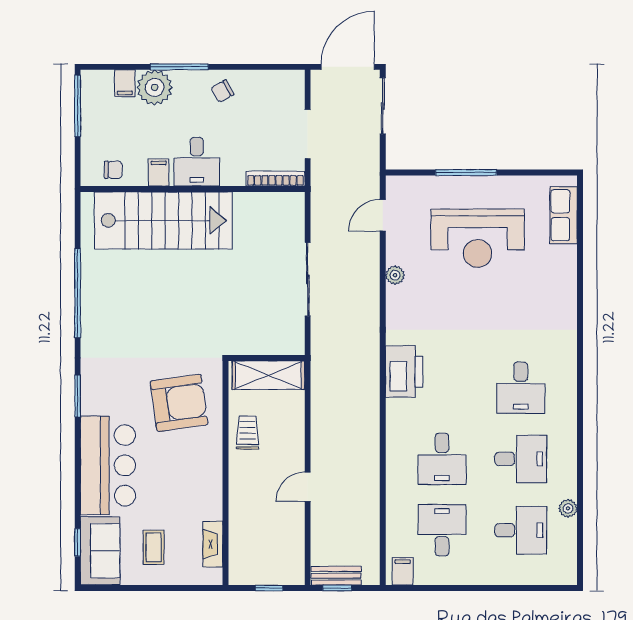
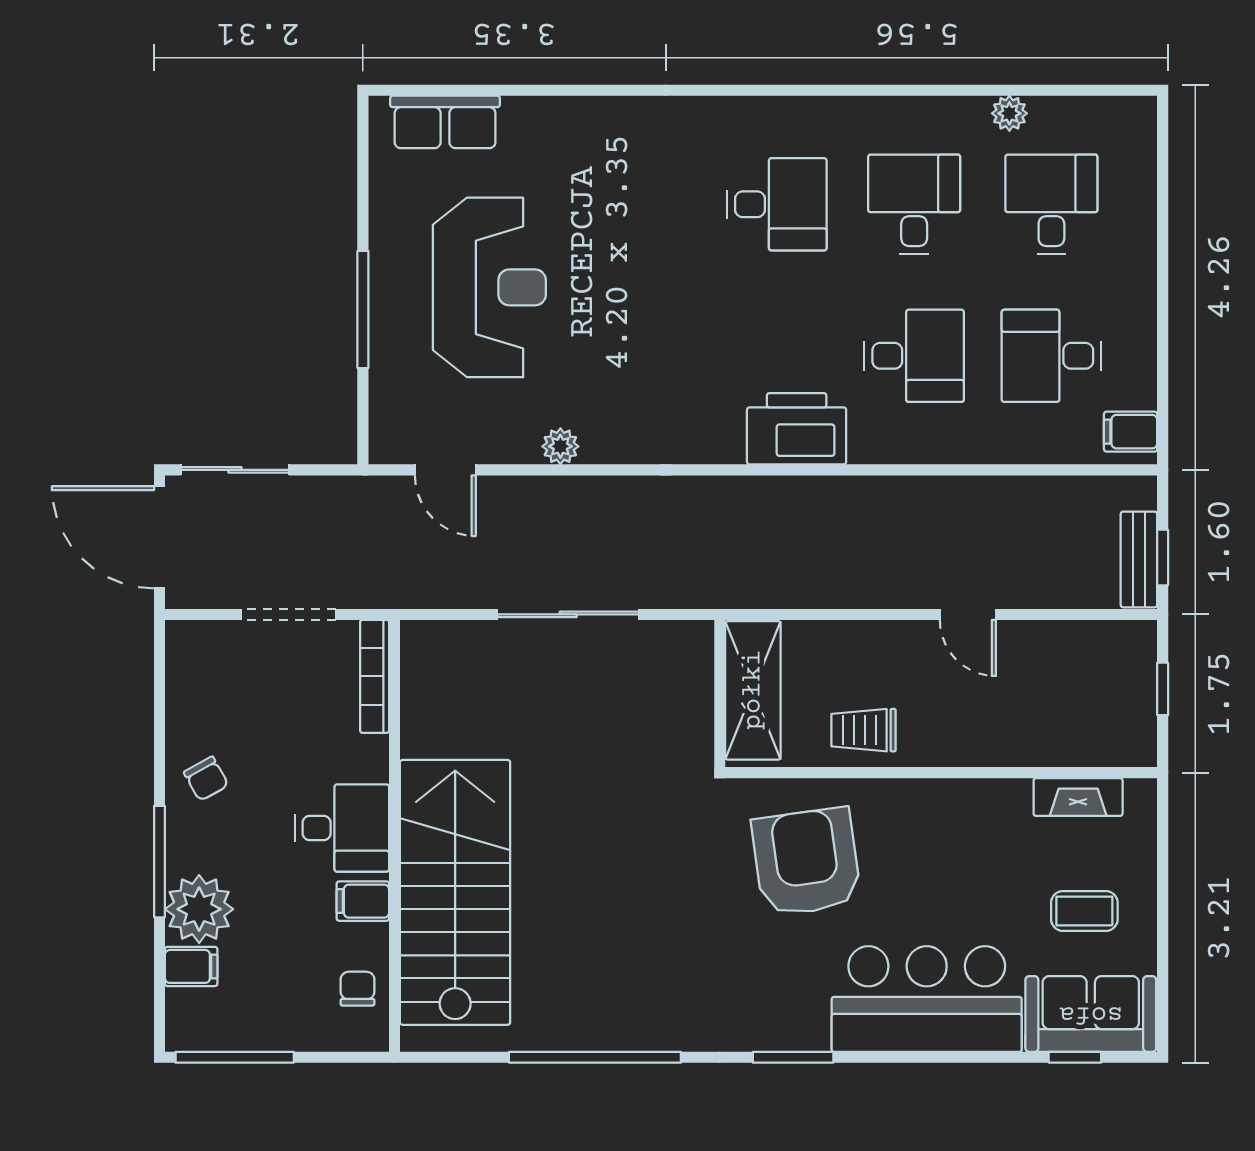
printer: (404, 372) -> (797, 429), moved

